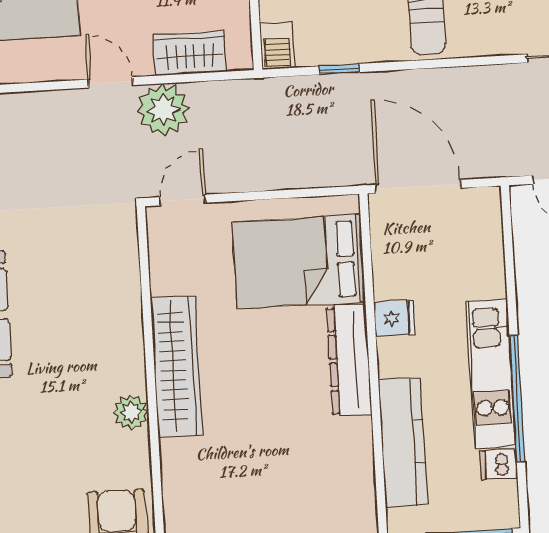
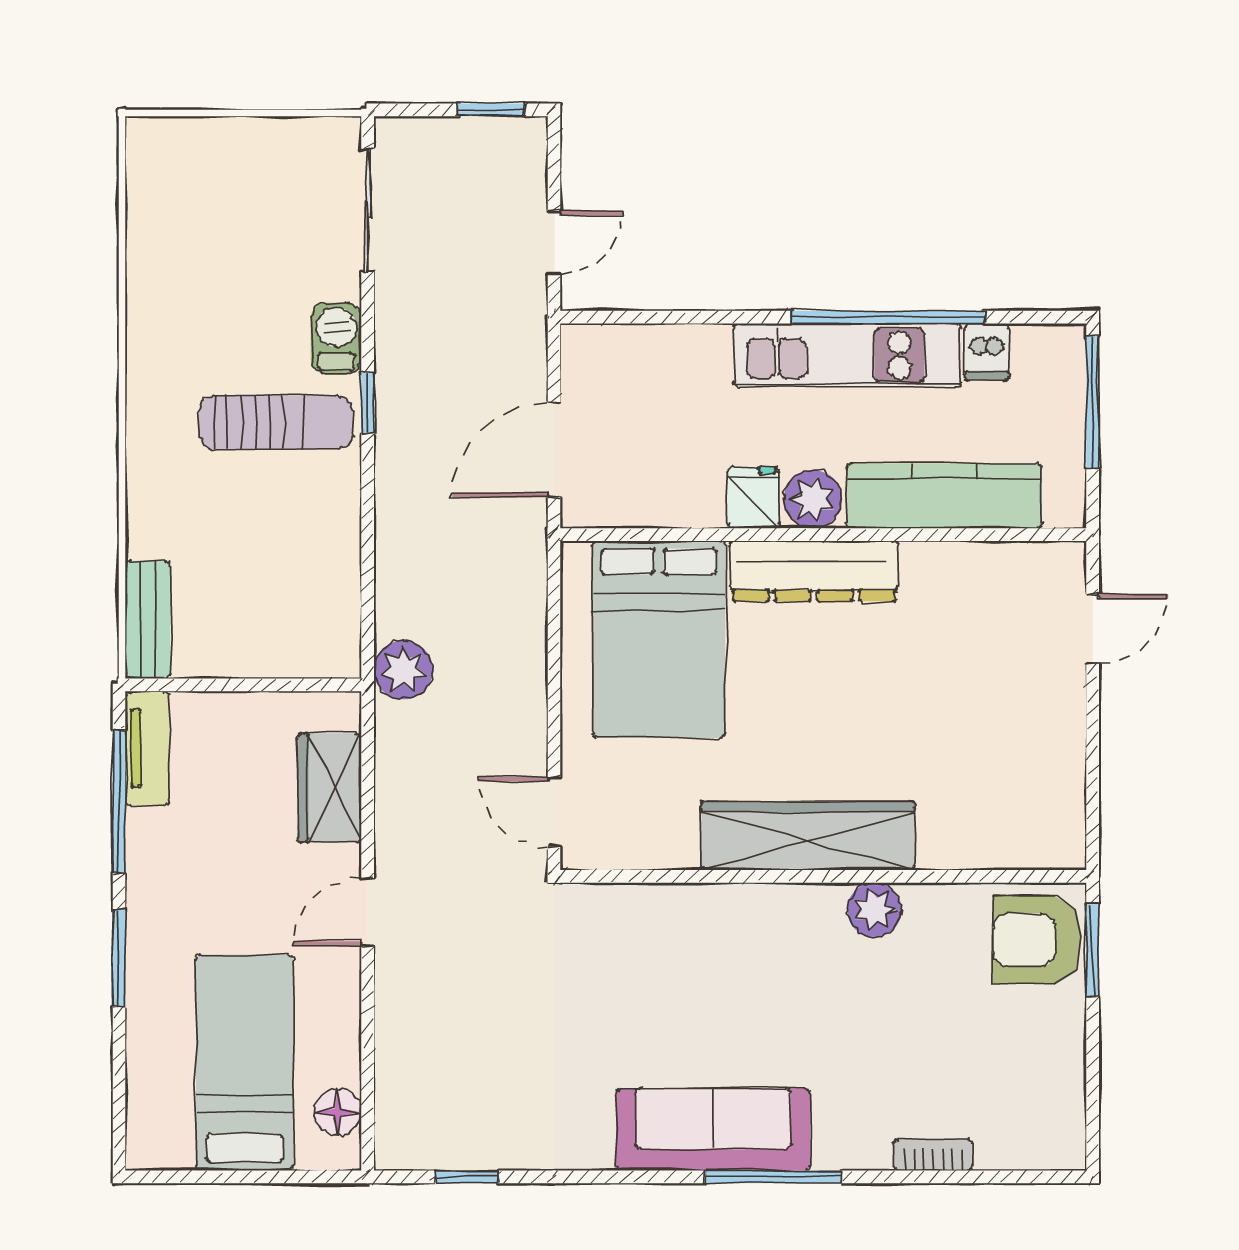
barbecue: (277, 46) -> (336, 338), moved, turned -90
window: (339, 69) -> (368, 403), moved
plant: (163, 110) -> (403, 670), moved, width x0.73, depth x0.73
door: (418, 186) -> (554, 450), width x0.73
plant: (396, 357) -> (813, 499), added

